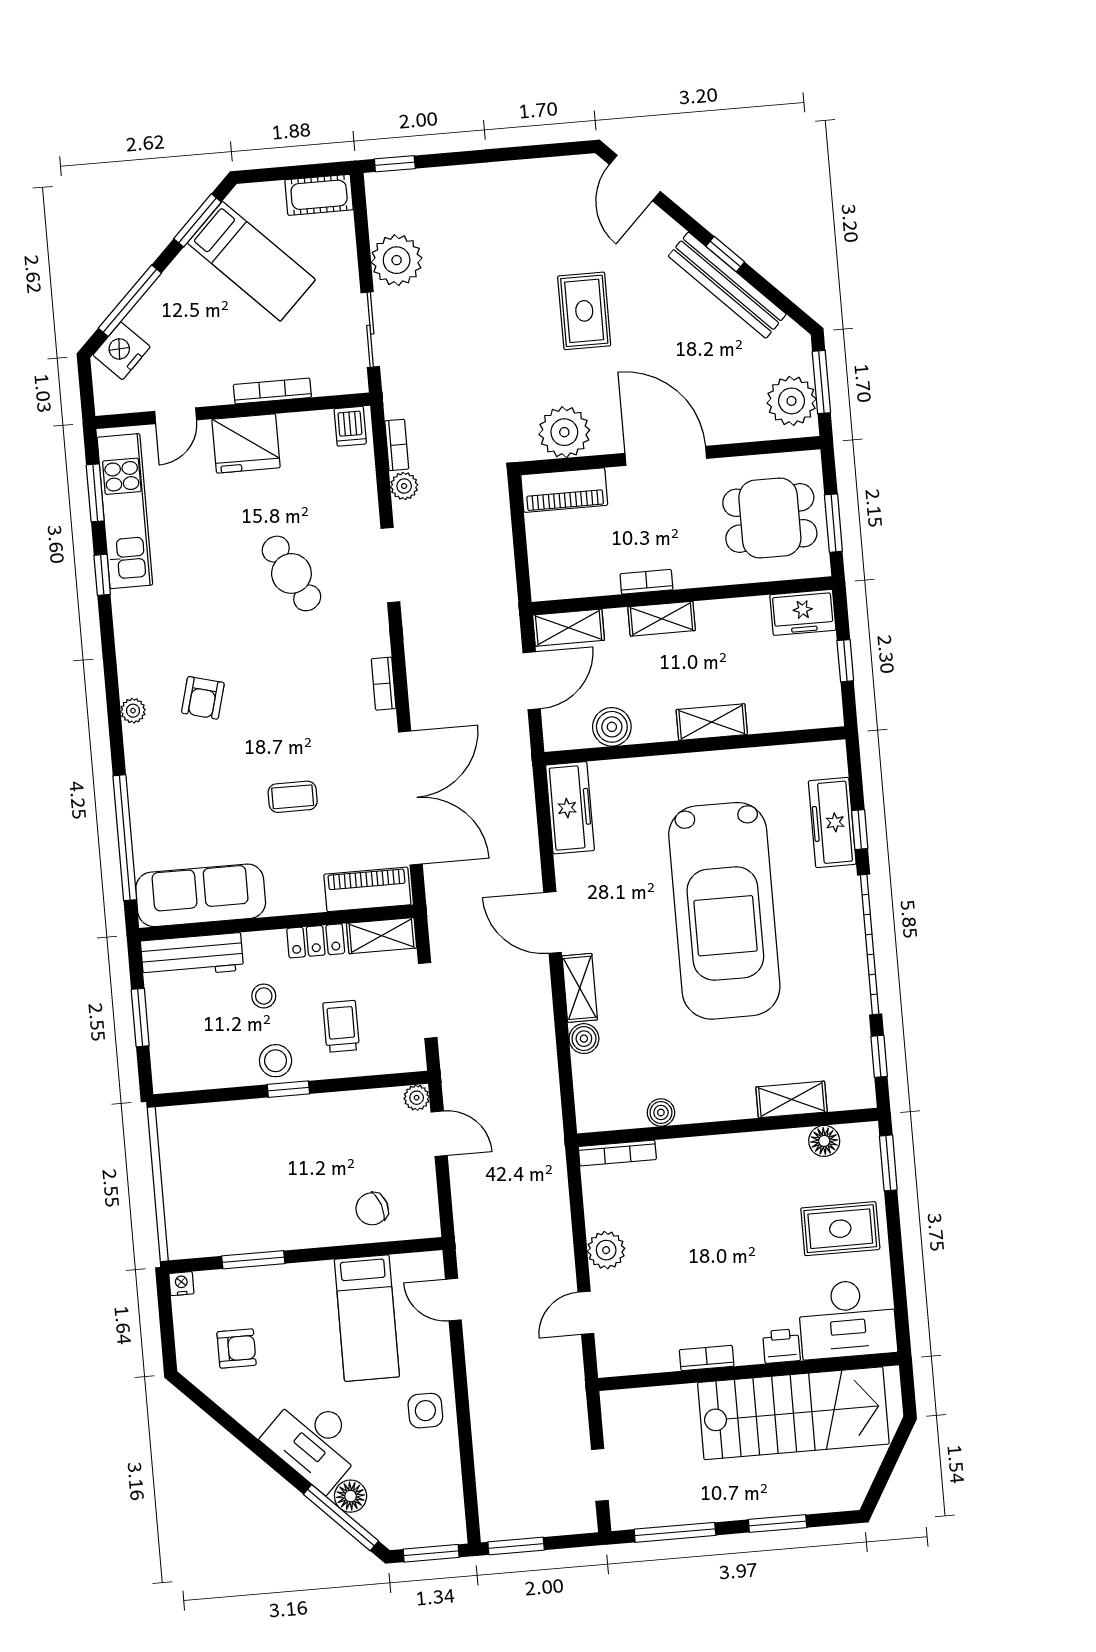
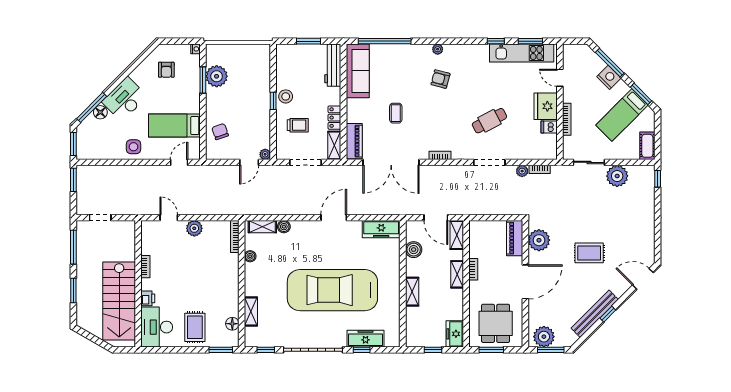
nightstand: (122, 351) -> (609, 77), moved
dishwasher: (350, 426) -> (549, 127), moved
shelving: (580, 988) -> (262, 227), moved
stool: (264, 996) -> (313, 94), removed
plant: (242, 1228) -> (217, 76), added

